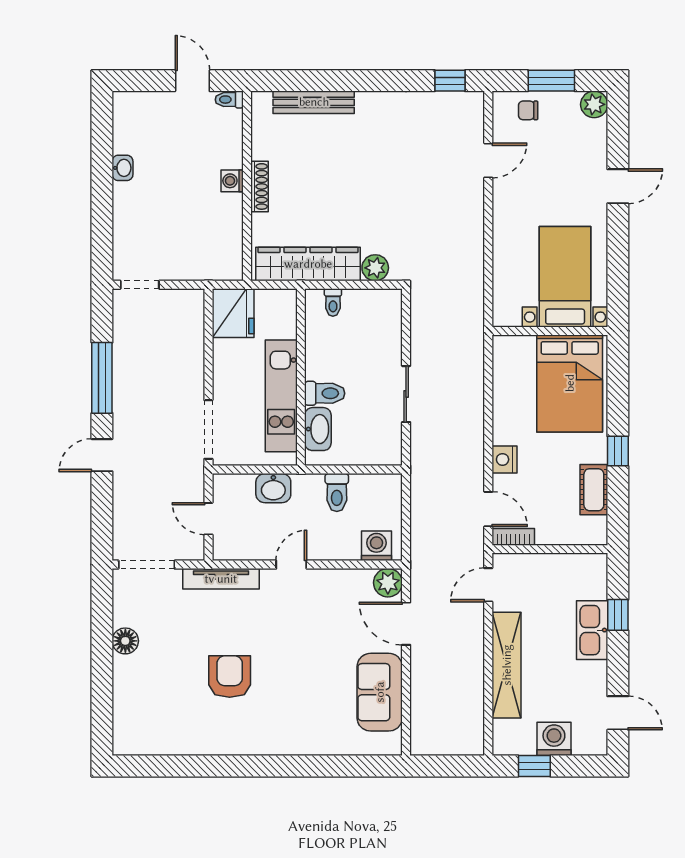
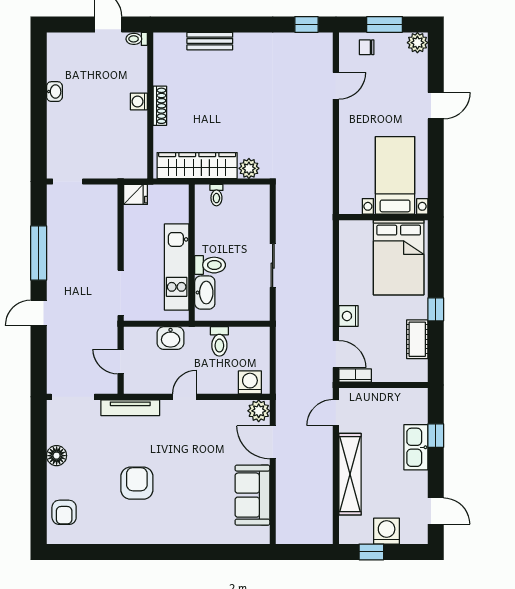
bench: (314, 102) -> (210, 41), width x0.73
fridge: (233, 313) -> (136, 194), width x0.53, depth x0.75
armchair: (135, 715) -> (64, 512), added

